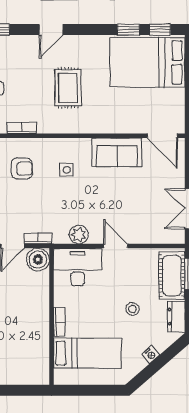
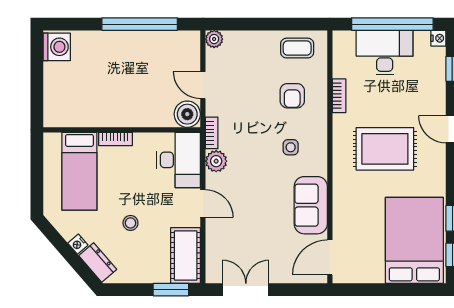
rug: (68, 88) -> (385, 149), width x1.36, depth x1.43
bookcase: (38, 238) -> (212, 133), moved
door: (116, 246) -> (203, 204), hinge flipped
cot: (172, 276) -> (186, 256), moved, turned 90
dresser: (176, 317) -> (98, 262), moved, turned 49

